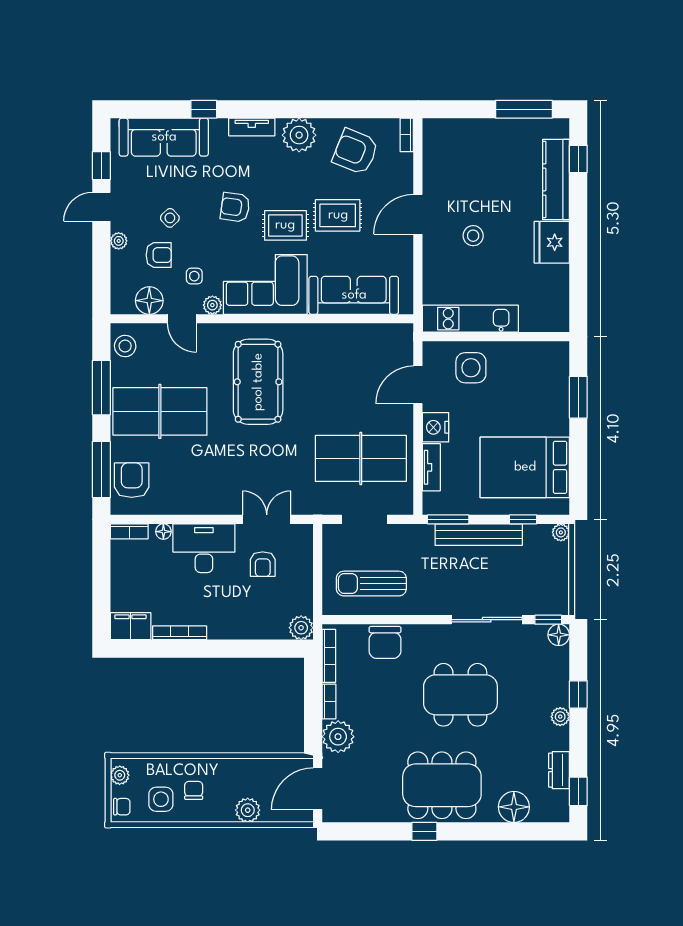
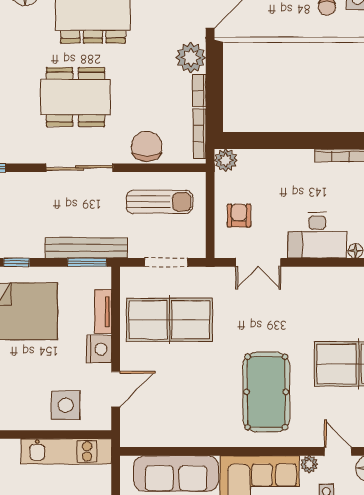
bench: (479, 535) -> (86, 248), moved
armchair: (263, 564) -> (239, 215), moved
sliding door: (487, 620) -> (80, 168), moved

